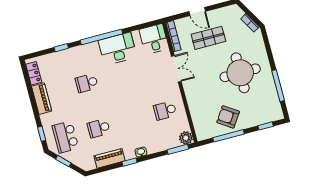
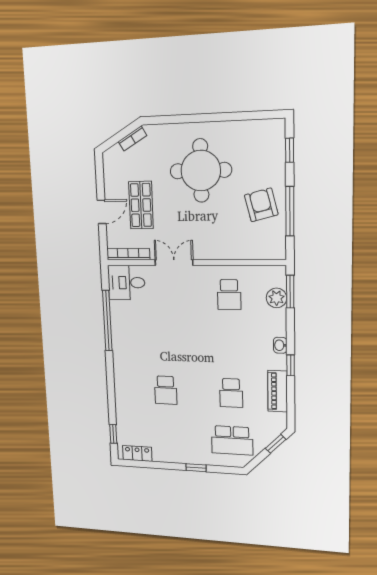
window: (101, 37) -> (107, 321), moved
window: (61, 48) -> (113, 434), moved
desk: (118, 49) -> (129, 336), removed
window: (278, 86) -> (233, 116), removed
piano: (42, 99) -> (173, 454), removed
armchair: (228, 117) -> (261, 205), turned 132
window: (42, 134) -> (196, 468), moved
plant: (186, 138) -> (276, 298), moved
window: (63, 161) -> (276, 444), moved

